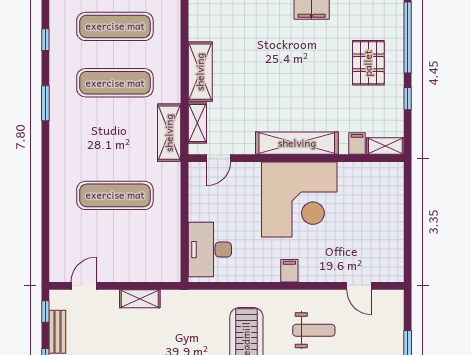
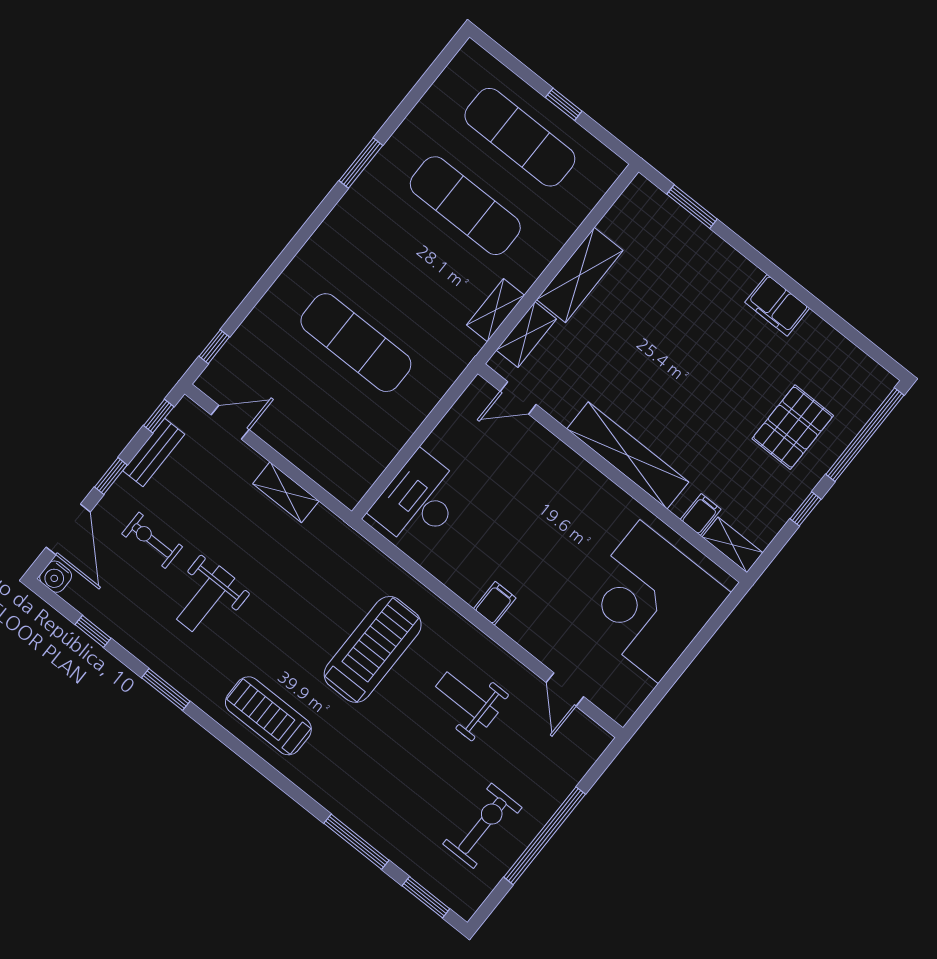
window: (45, 40) -> (214, 347), moved
shelving: (169, 133) -> (496, 310), width x0.67, depth x0.75
corner desk: (299, 200) -> (649, 602), moved, turned 90
weight bench: (314, 330) -> (467, 699), turned 180

